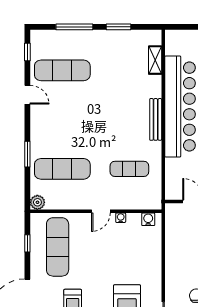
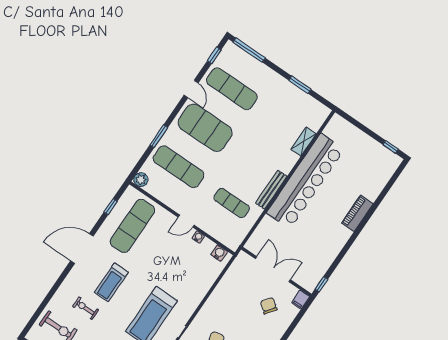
window: (74, 27) -> (249, 50), moved
shelving: (155, 60) -> (304, 142), moved
bench: (156, 119) -> (271, 190), moved
exercise mat: (62, 120) -> (205, 128), added

